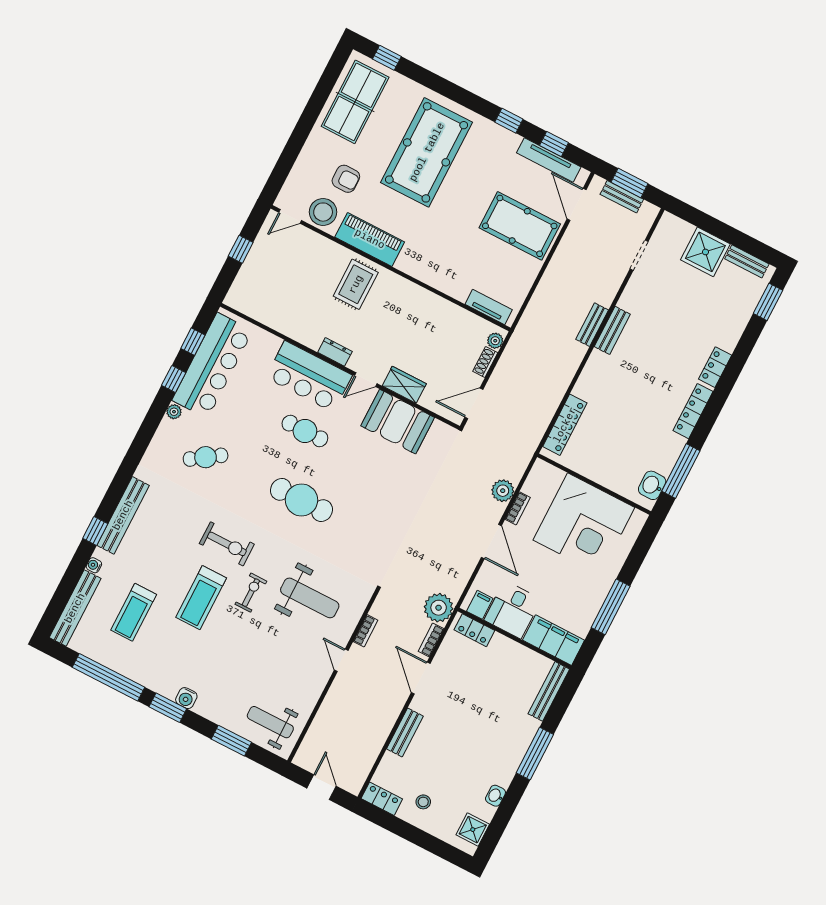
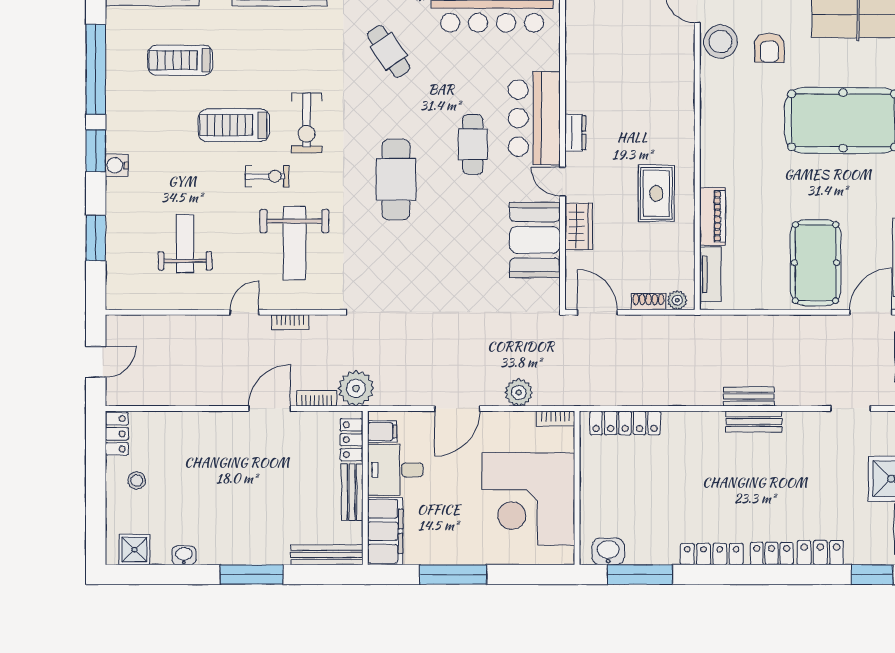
piano: (370, 239) -> (713, 216), moved, width x0.73, depth x0.75
rug: (356, 284) -> (656, 193), moved, turned 90
locker: (733, 331) -> (820, 553), added
bookcase: (518, 508) -> (555, 419), moved
weight bench: (270, 722) -> (185, 243), moved
bench: (405, 732) -> (352, 492), moved, turned 90

